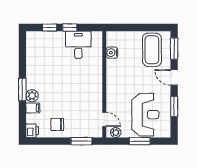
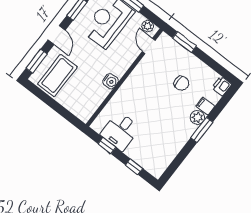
window: (70, 28) -> (107, 146), moved
water cooler: (112, 53) -> (111, 81), moved
chair: (57, 124) -> (181, 83), moved

